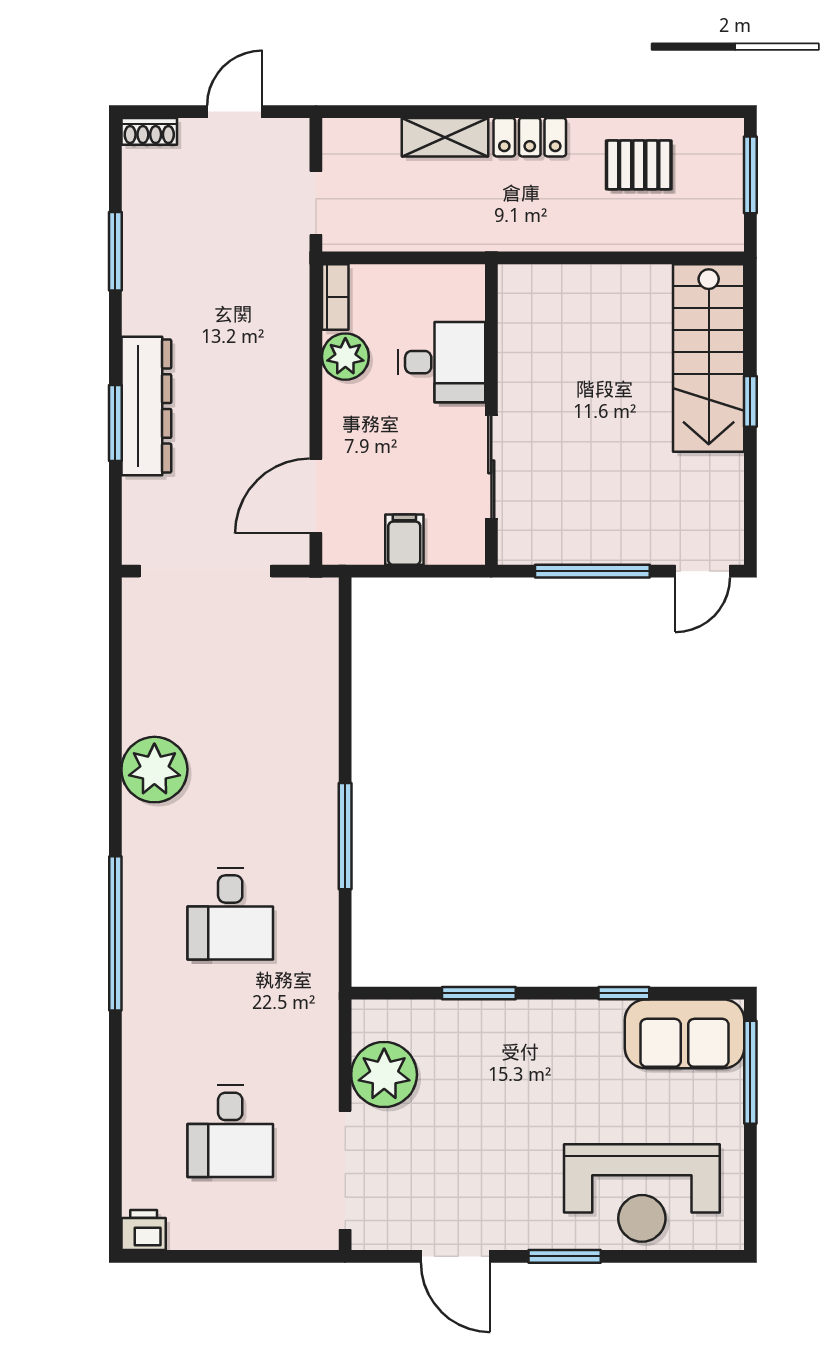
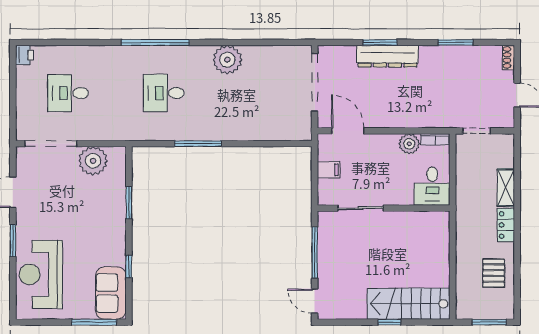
desk: (442, 362) -> (432, 186), moved

